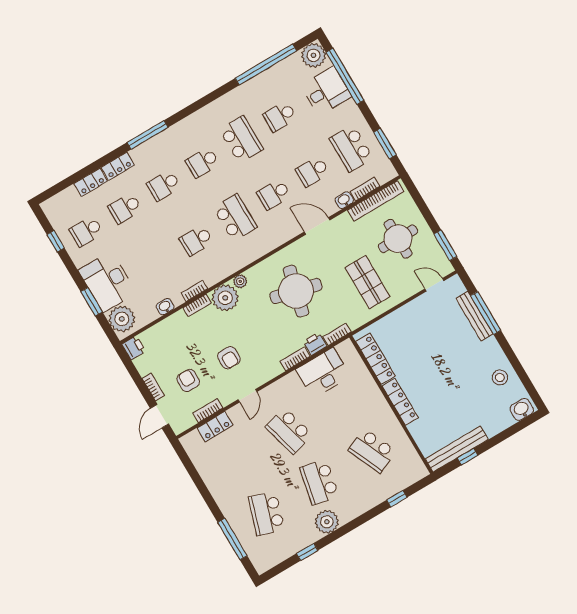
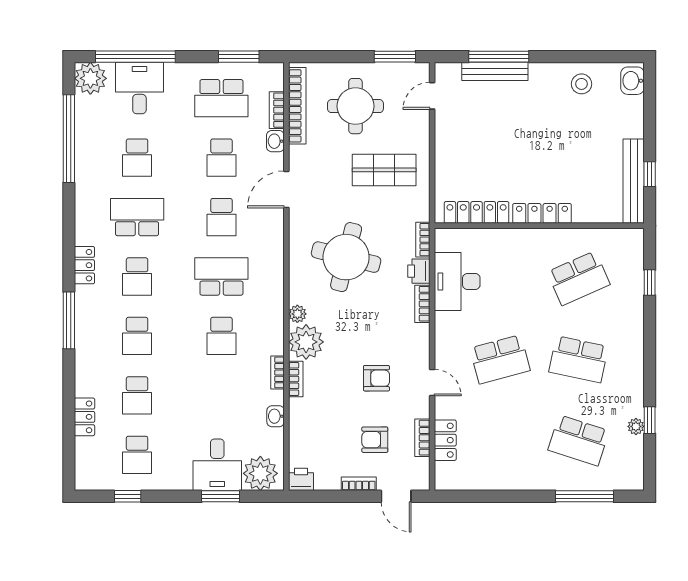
locker: (118, 166) -> (84, 265), moved
desk: (107, 282) -> (217, 465), width x0.73
plant: (327, 522) -> (636, 426), moved, width x0.53, depth x0.53

